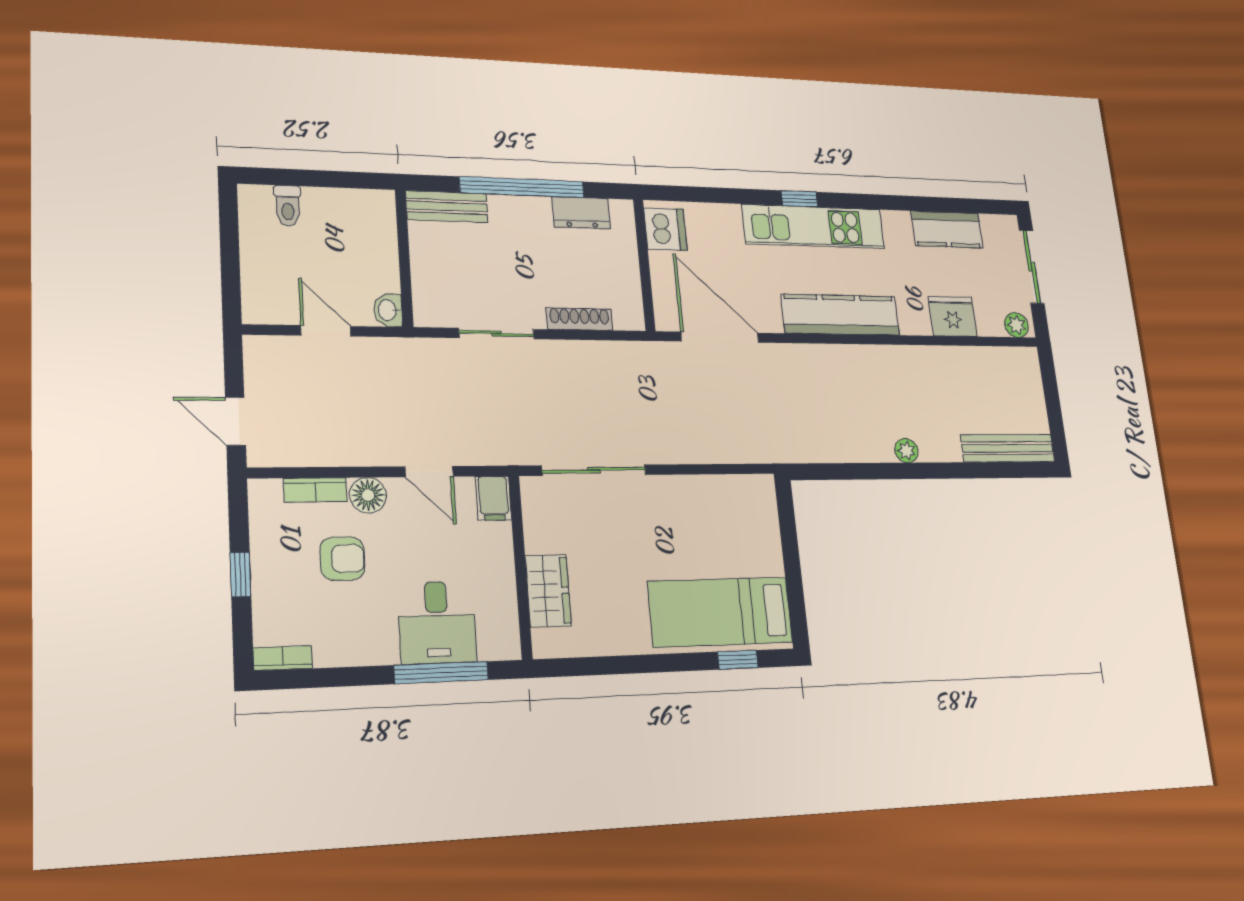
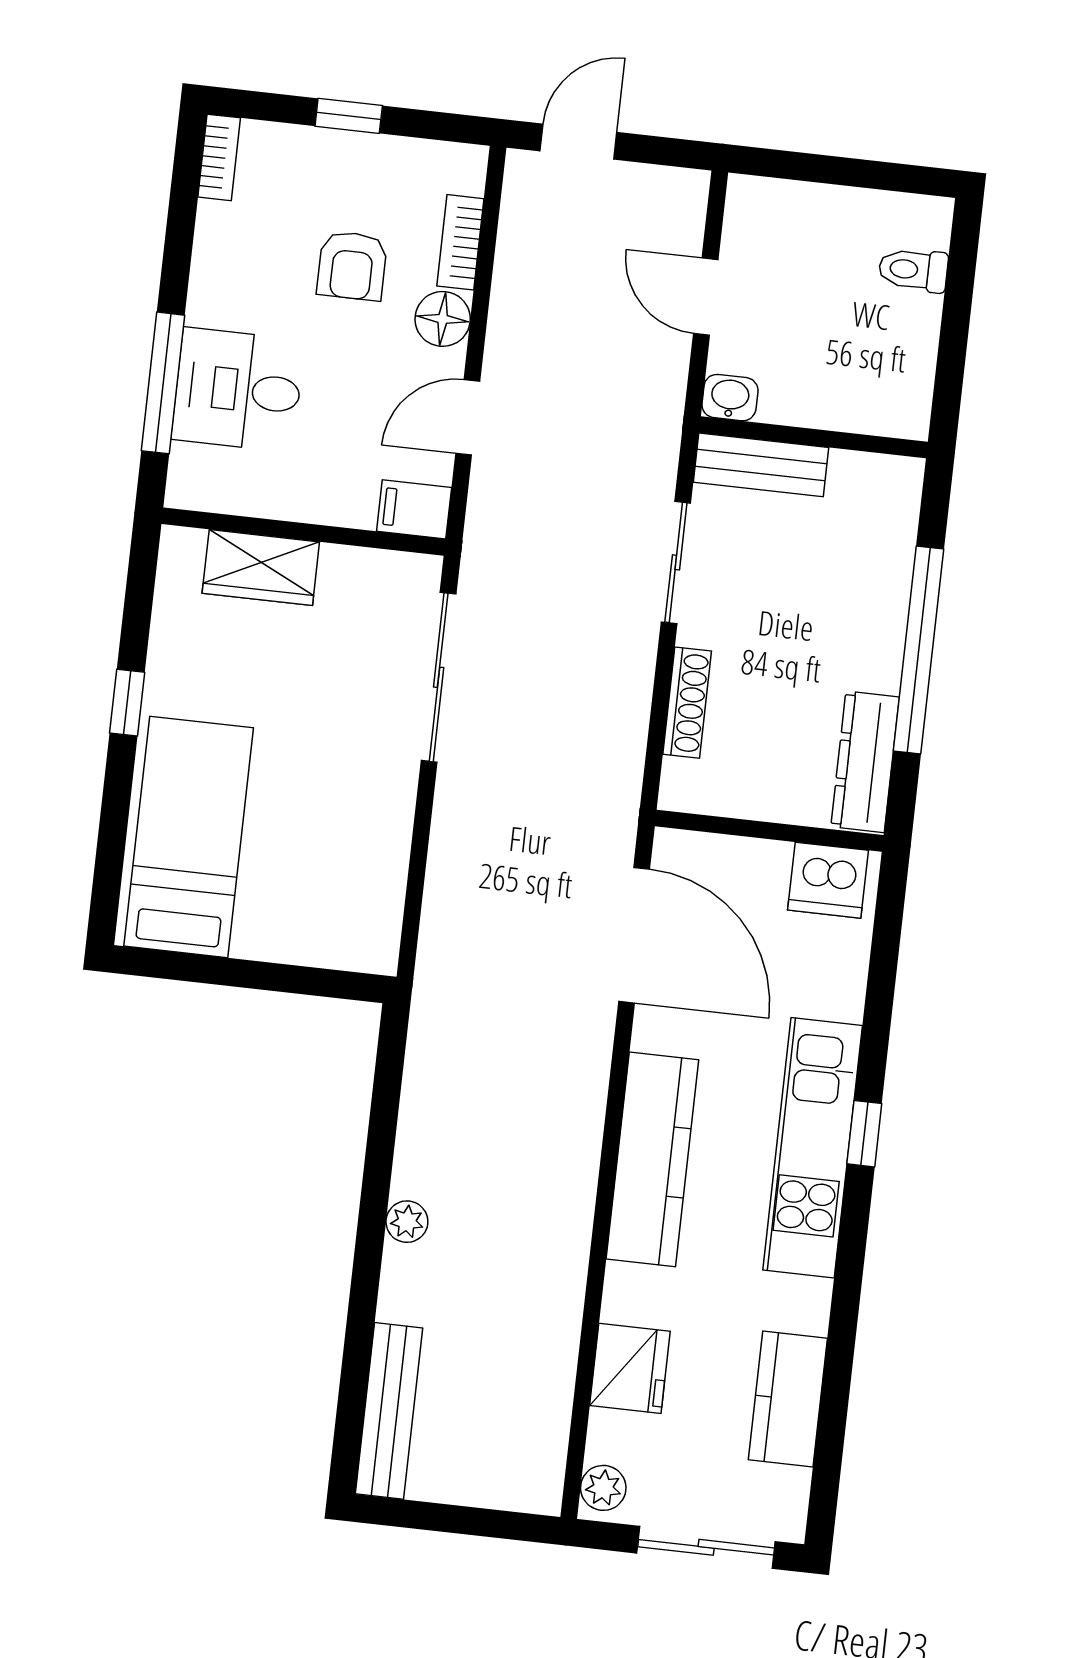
bench: (447, 207) -> (761, 465), moved, turned 90
dresser: (581, 213) -> (865, 762), width x1.44
door: (326, 331) -> (706, 297), swing flipped
door: (720, 337) -> (634, 935), hinge flipped
window: (738, 660) -> (127, 703), moved

